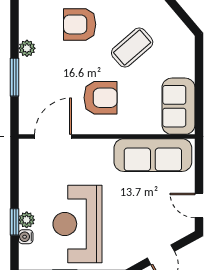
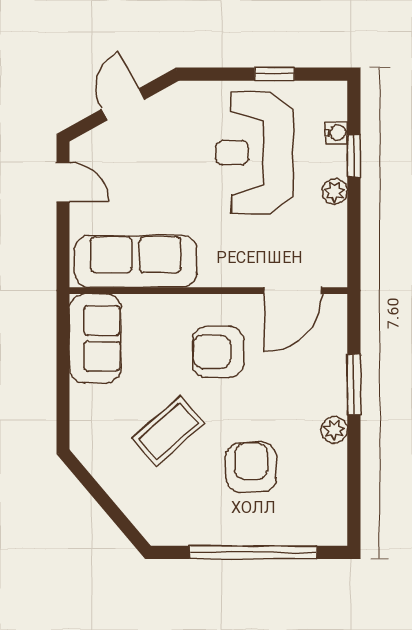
armchair: (80, 24) -> (251, 467), turned -90
plant: (27, 220) -> (335, 192), moved
reception desk: (78, 224) -> (254, 153), turned 180

